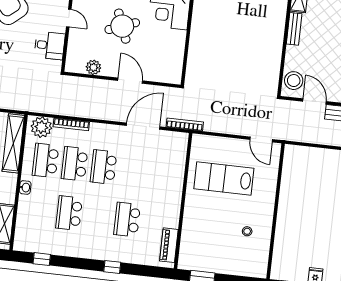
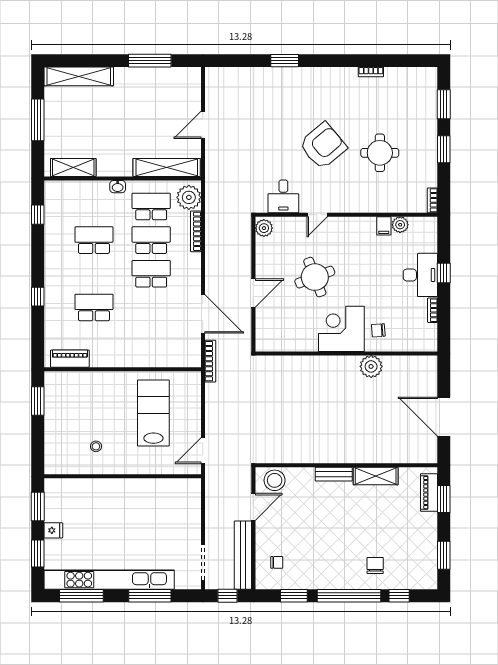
plant: (93, 67) -> (264, 228), moved

